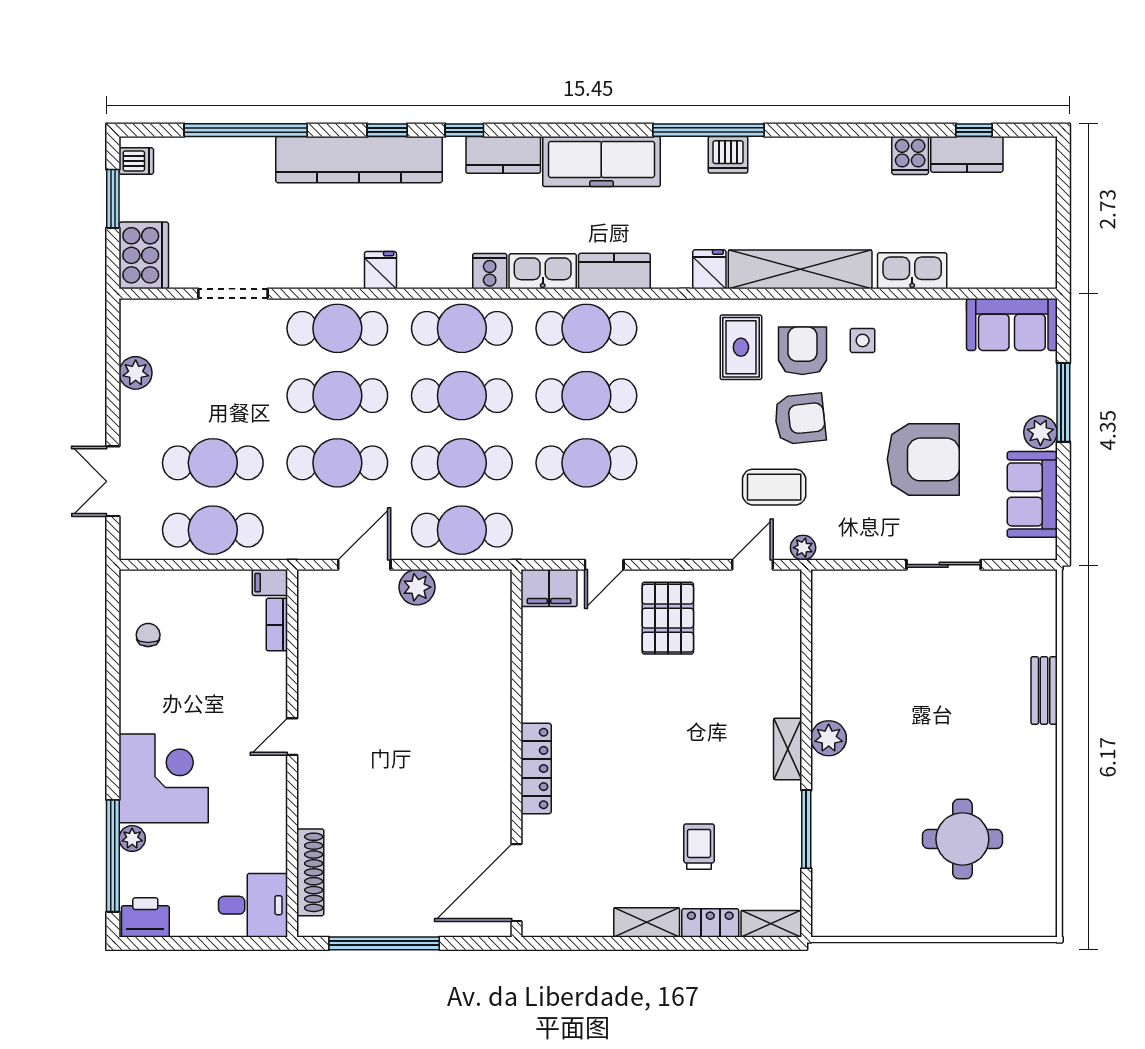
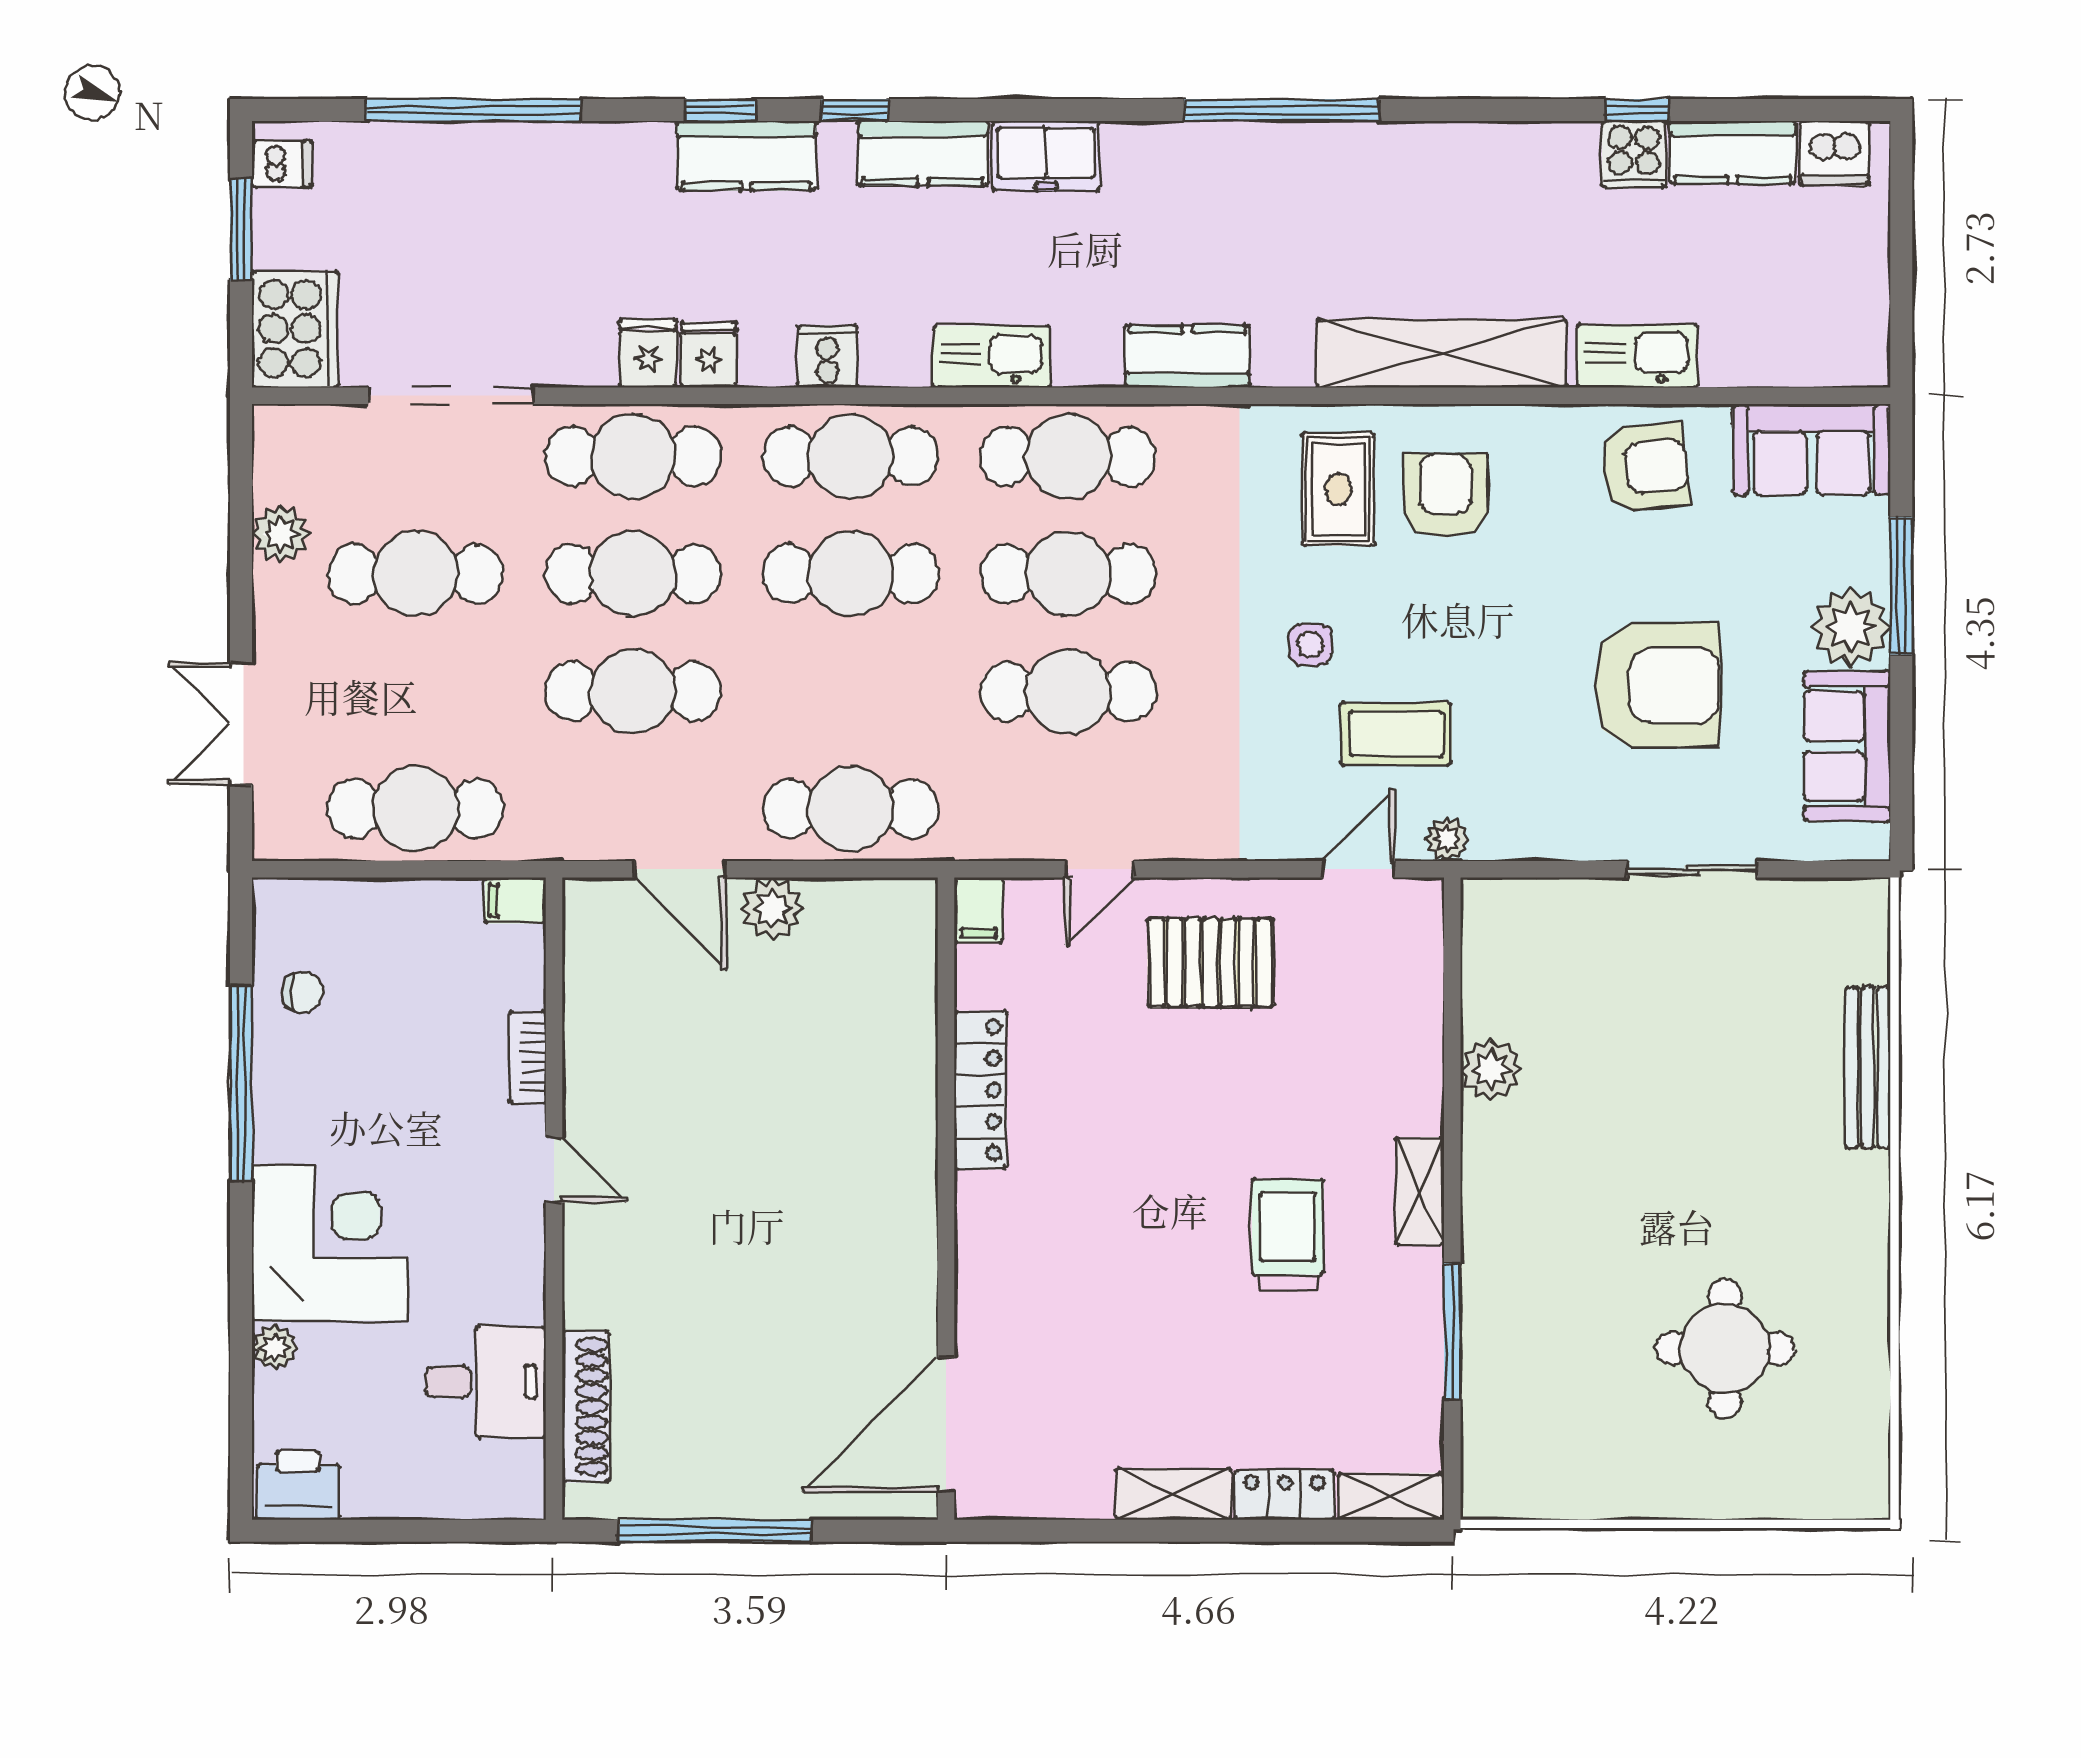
window: (974, 130) -> (1638, 110), moved
dishwasher: (728, 155) -> (1834, 153), moved
kitchen counter: (359, 160) -> (746, 156), width x0.48, depth x0.86
freezer: (601, 162) -> (1046, 156), width x0.52, depth x0.79
fridge: (709, 269) -> (648, 353), moved
cooker: (490, 271) -> (827, 356), moved
kitchen counter: (614, 271) -> (1188, 356), moved
doorway: (233, 294) -> (451, 396), width x1.36
side table: (863, 340) -> (1310, 644), moved
armchair: (800, 419) -> (1645, 467), moved
plant: (1040, 432) -> (1851, 627), width x1.36, depth x1.36
cafe table: (213, 463) -> (416, 574), moved
cafe table: (462, 463) -> (851, 691), removed
door: (364, 565) -> (680, 869), swing flipped
filing cabinet: (549, 588) -> (979, 910), width x0.50
pallet: (668, 618) -> (1210, 963), turned 90
bookcase: (277, 625) -> (527, 1057), moved
chair: (148, 635) -> (303, 992), turned 90
bench: (1044, 690) -> (1868, 1067), width x1.36
door: (292, 737) -> (554, 1170), swing flipped
plant: (829, 738) -> (1491, 1070), moved
locker: (536, 768) -> (980, 1090), moved
trolley: (699, 847) -> (1288, 1235), moved, width x1.36, depth x1.39
window: (113, 856) -> (241, 1083), moved
desk: (253, 905) -> (486, 1382), moved

